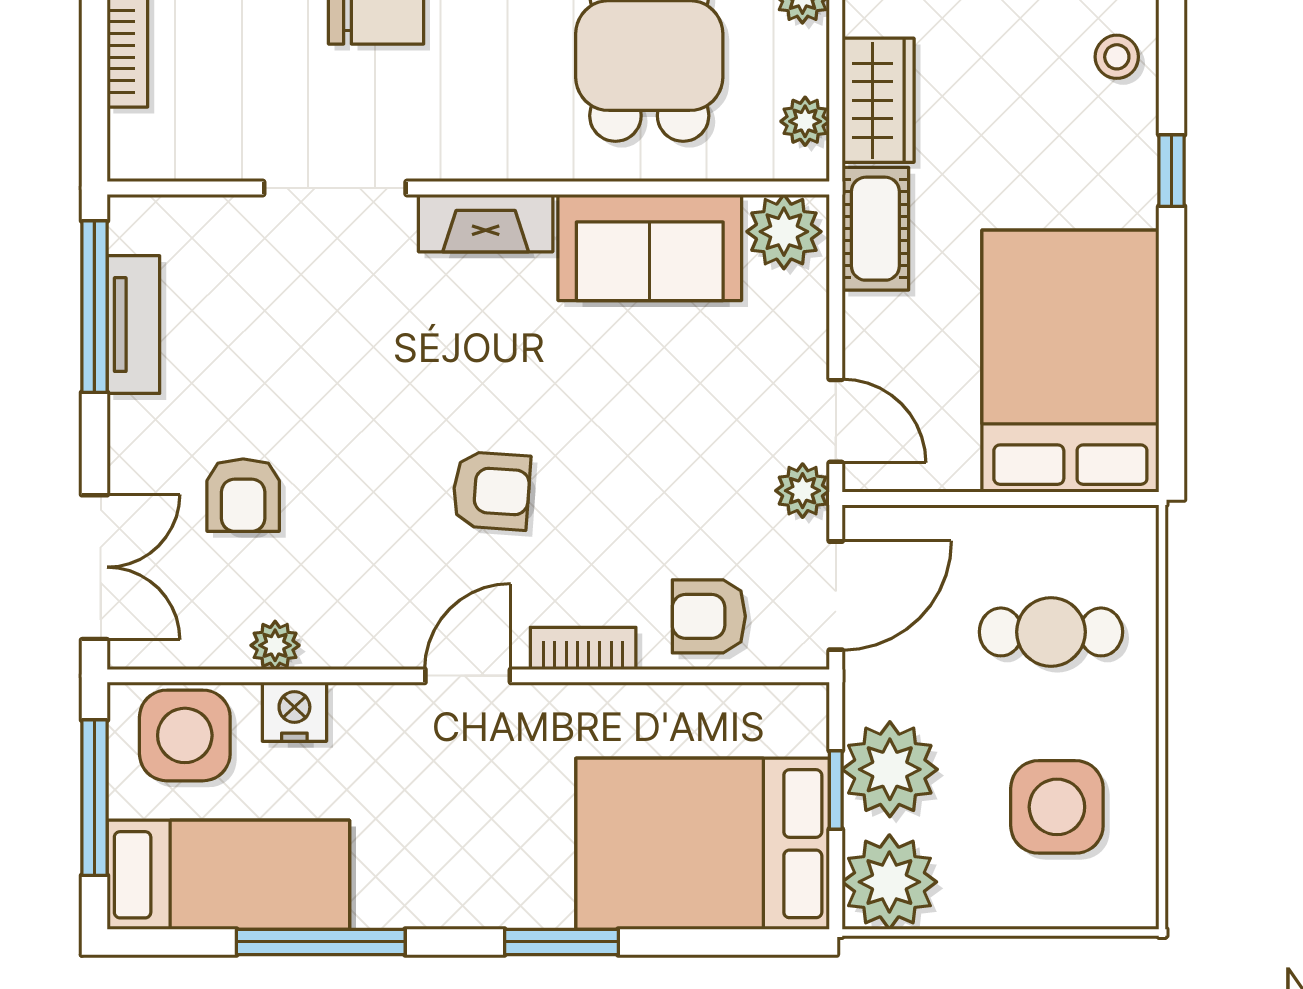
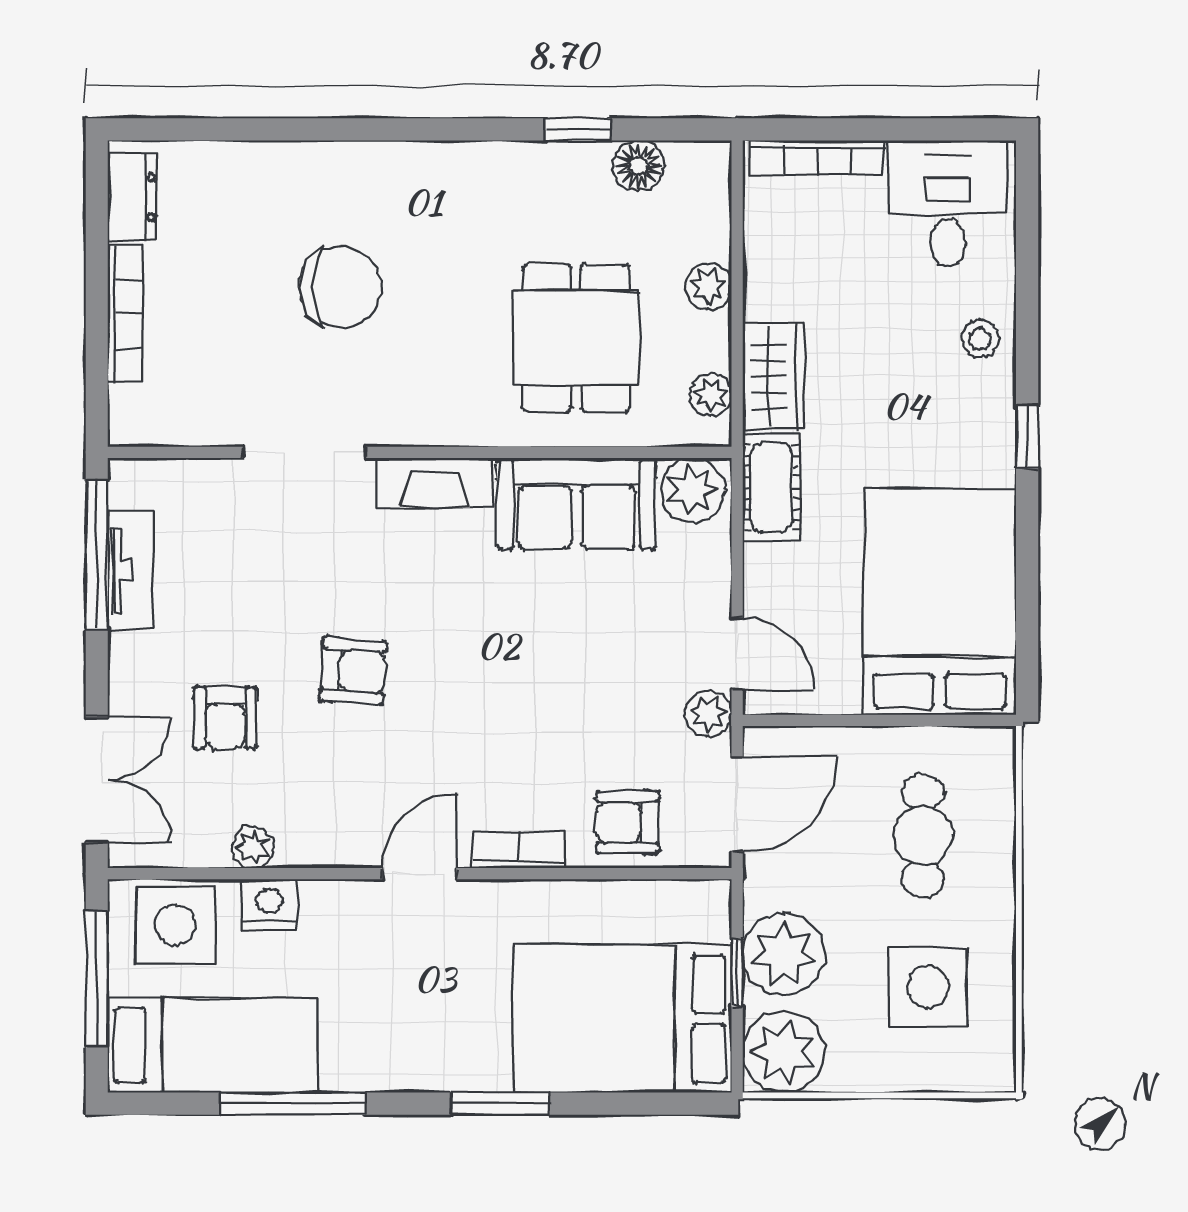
armchair: (491, 491) -> (353, 671), moved
cafe table: (1051, 632) -> (923, 836), turned 90

